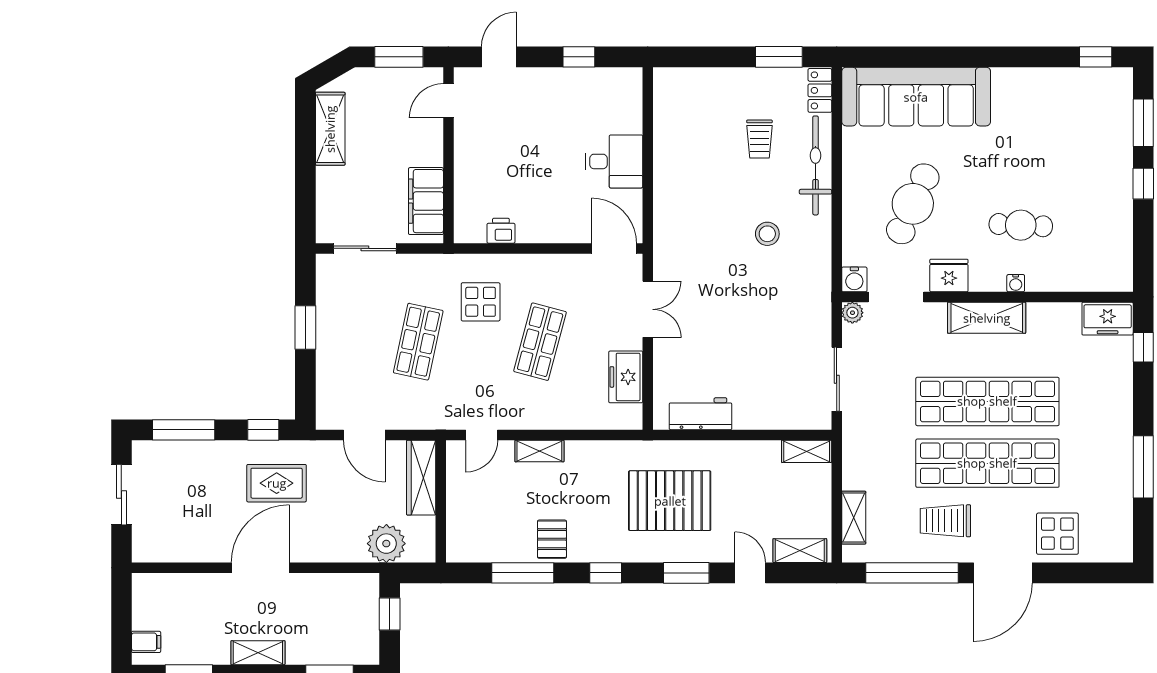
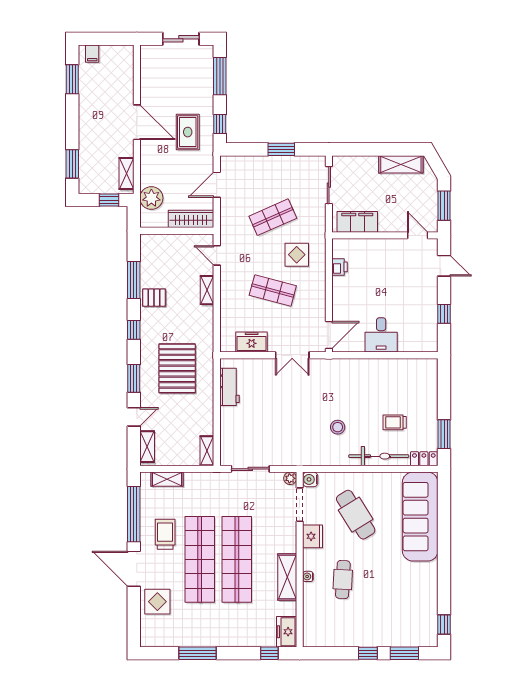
cafe table: (913, 204) -> (356, 515), turned 34
shelving: (987, 318) -> (287, 577), moved
shop shelf: (418, 342) -> (273, 217), turned -36
shelving: (258, 653) -> (126, 174), moved

